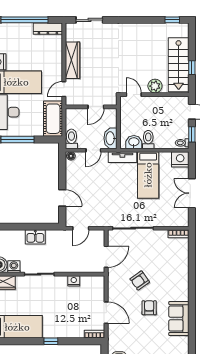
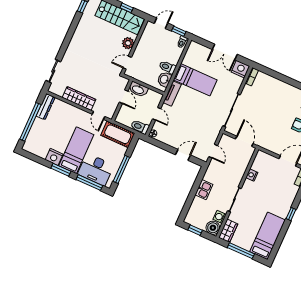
washbasin: (111, 138) -> (138, 89), moved
nightstand: (180, 159) -> (240, 69), moved, turned 90
armchair: (140, 280) -> (275, 123), removed

